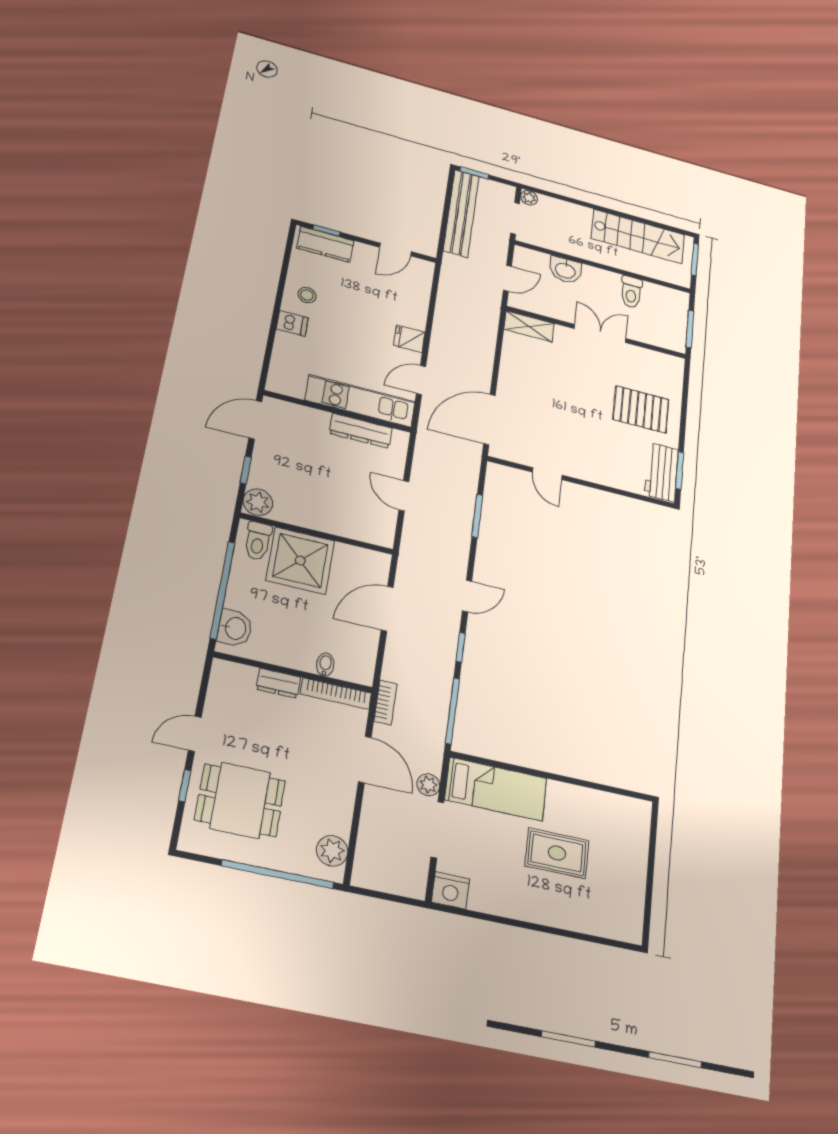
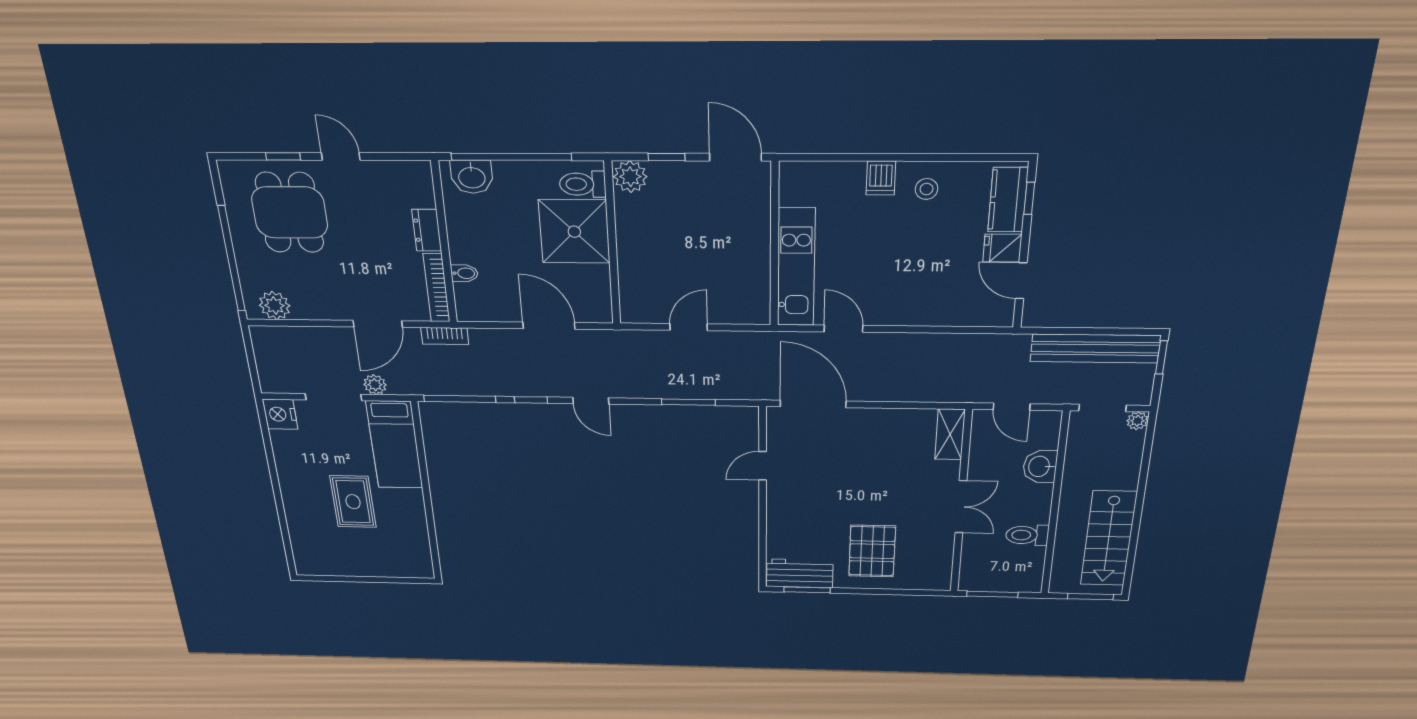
fridge: (409, 339) -> (1002, 248), moved, turned -90
dresser: (361, 431) -> (757, 273), removed

